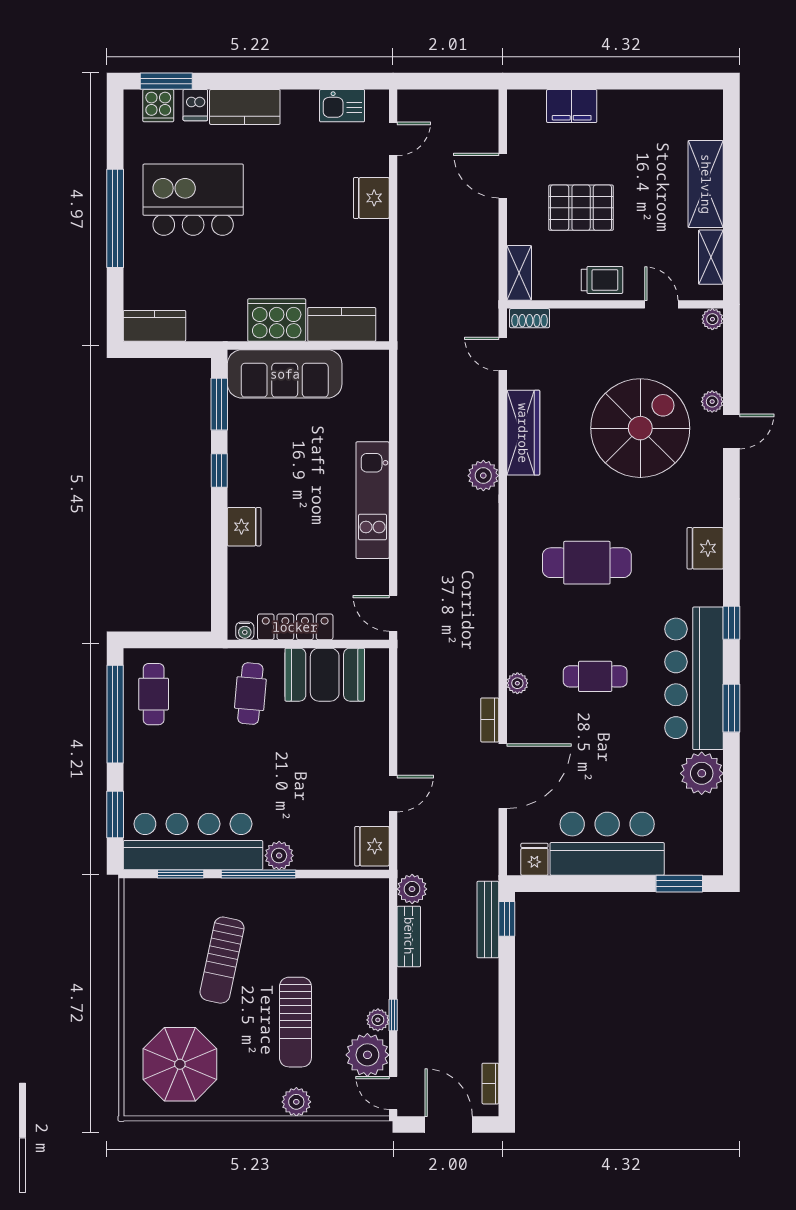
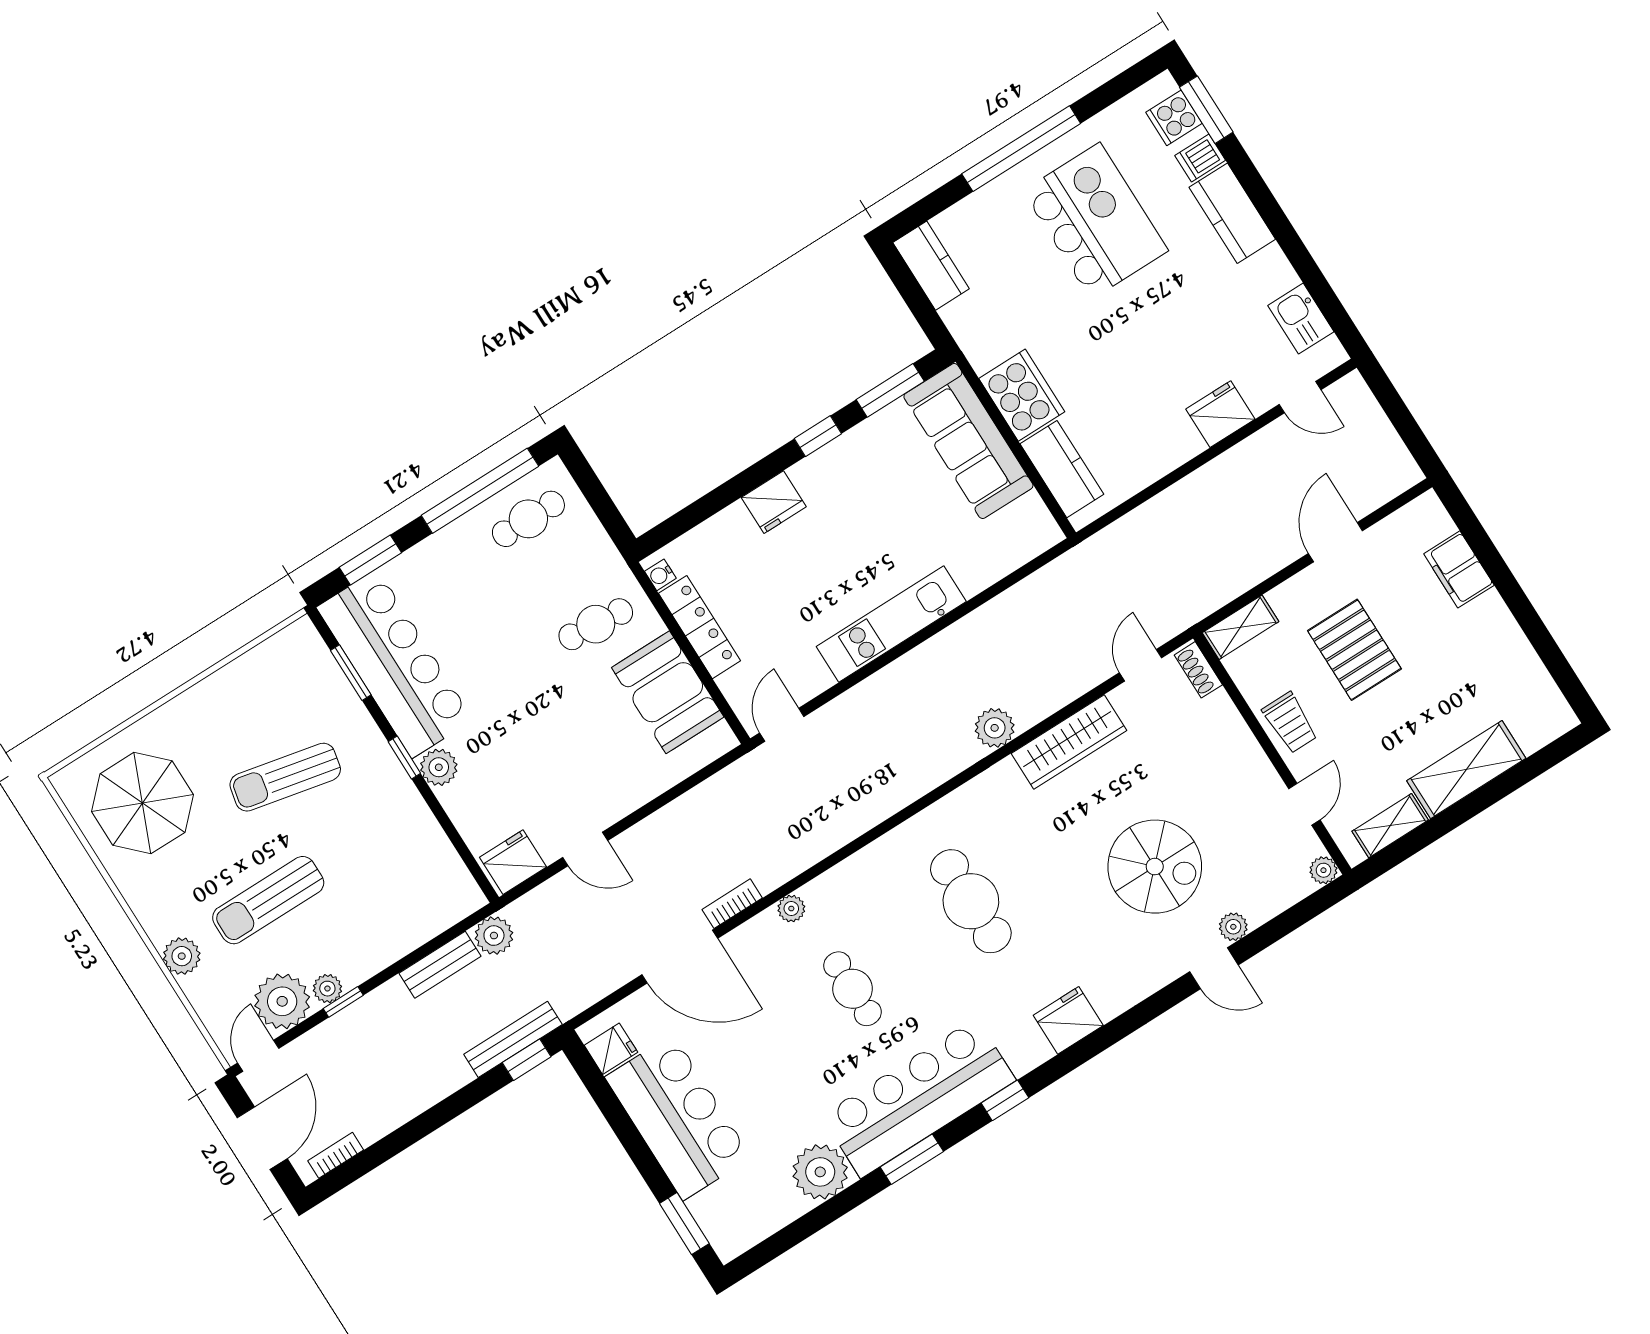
spiral stairs: (640, 428) -> (1155, 867), width x0.73, depth x0.73
window: (258, 874) -> (404, 757), width x0.46

